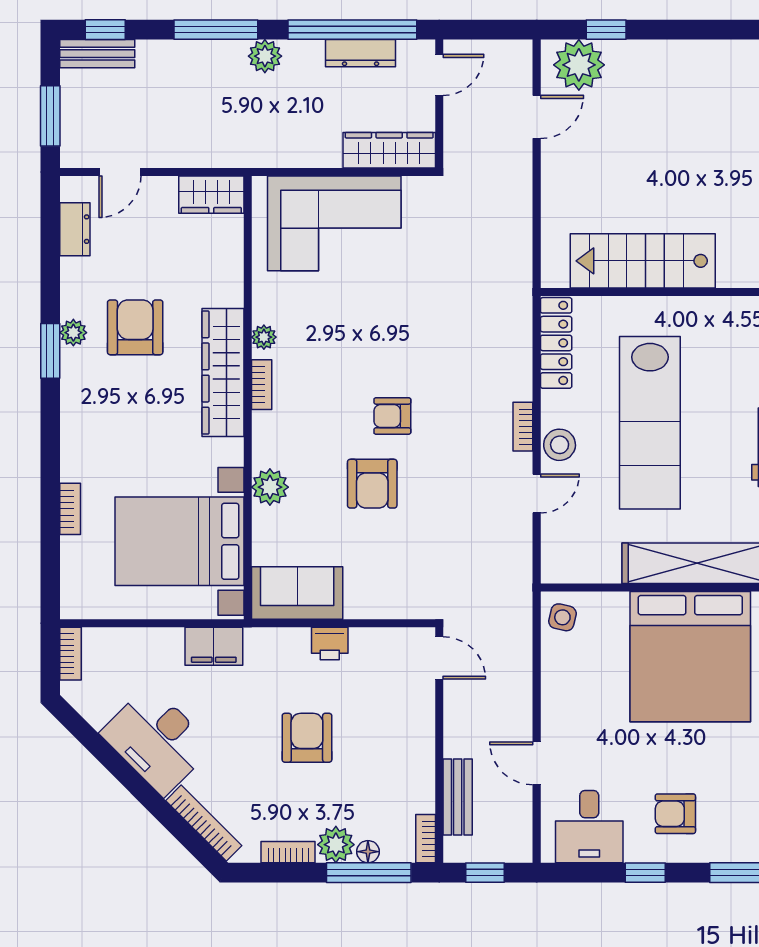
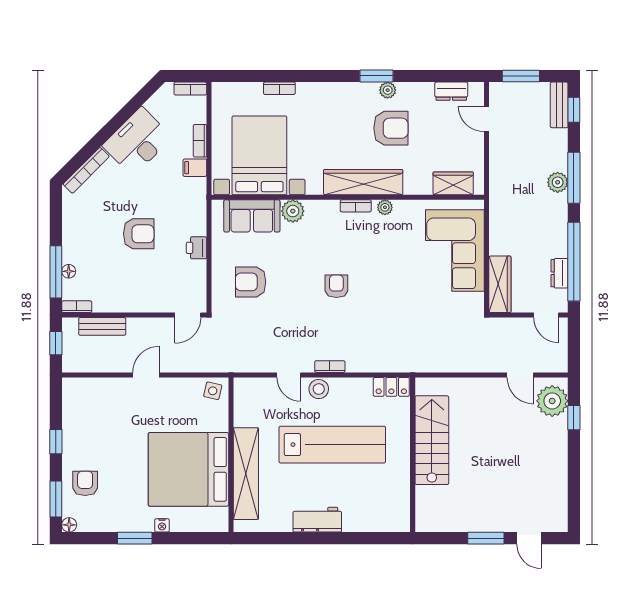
dresser: (361, 53) -> (559, 273), width x0.70
plant: (265, 56) -> (558, 182), moved
wardrobe: (211, 195) -> (453, 183), moved, turned 90
locker: (556, 343) -> (391, 387), width x0.66
lab bench: (650, 423) -> (332, 445), turned 180
armchair: (372, 484) -> (251, 282), moved
sofa: (297, 593) -> (252, 216), moved, turned 90
filing cabinet: (214, 646) -> (195, 168), width x0.50
door: (537, 763) -> (146, 375), moved
armchair: (675, 814) -> (85, 483), moved
desk: (589, 827) -> (84, 407), removed
plant: (336, 845) -> (73, 252), removed
bookcase: (288, 852) -> (200, 141), moved, turned 180

